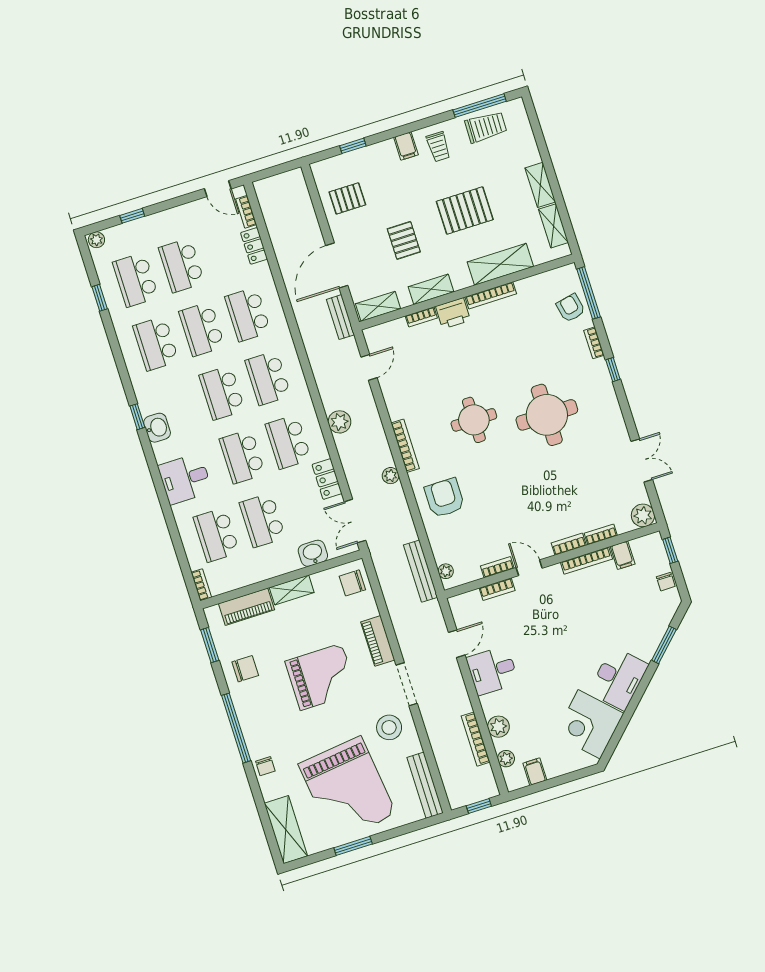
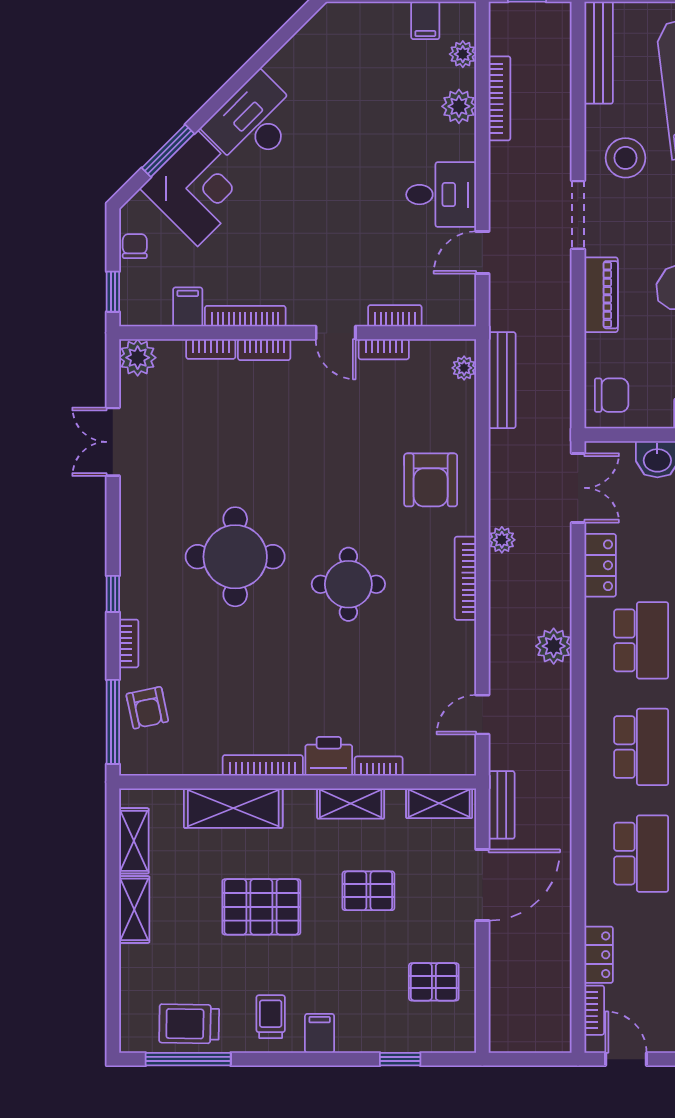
pallet: (404, 240) -> (368, 891), turned 90
corner desk: (589, 724) -> (198, 188), moved

